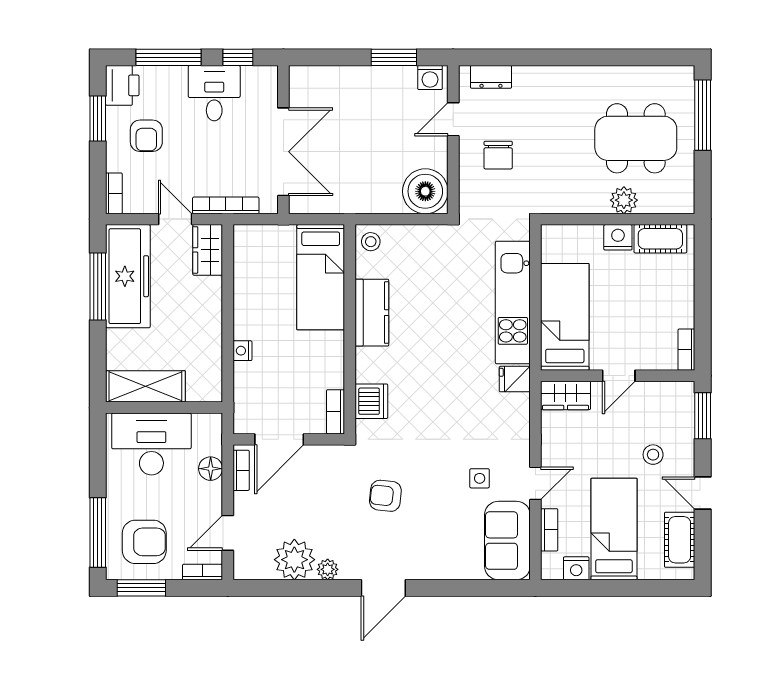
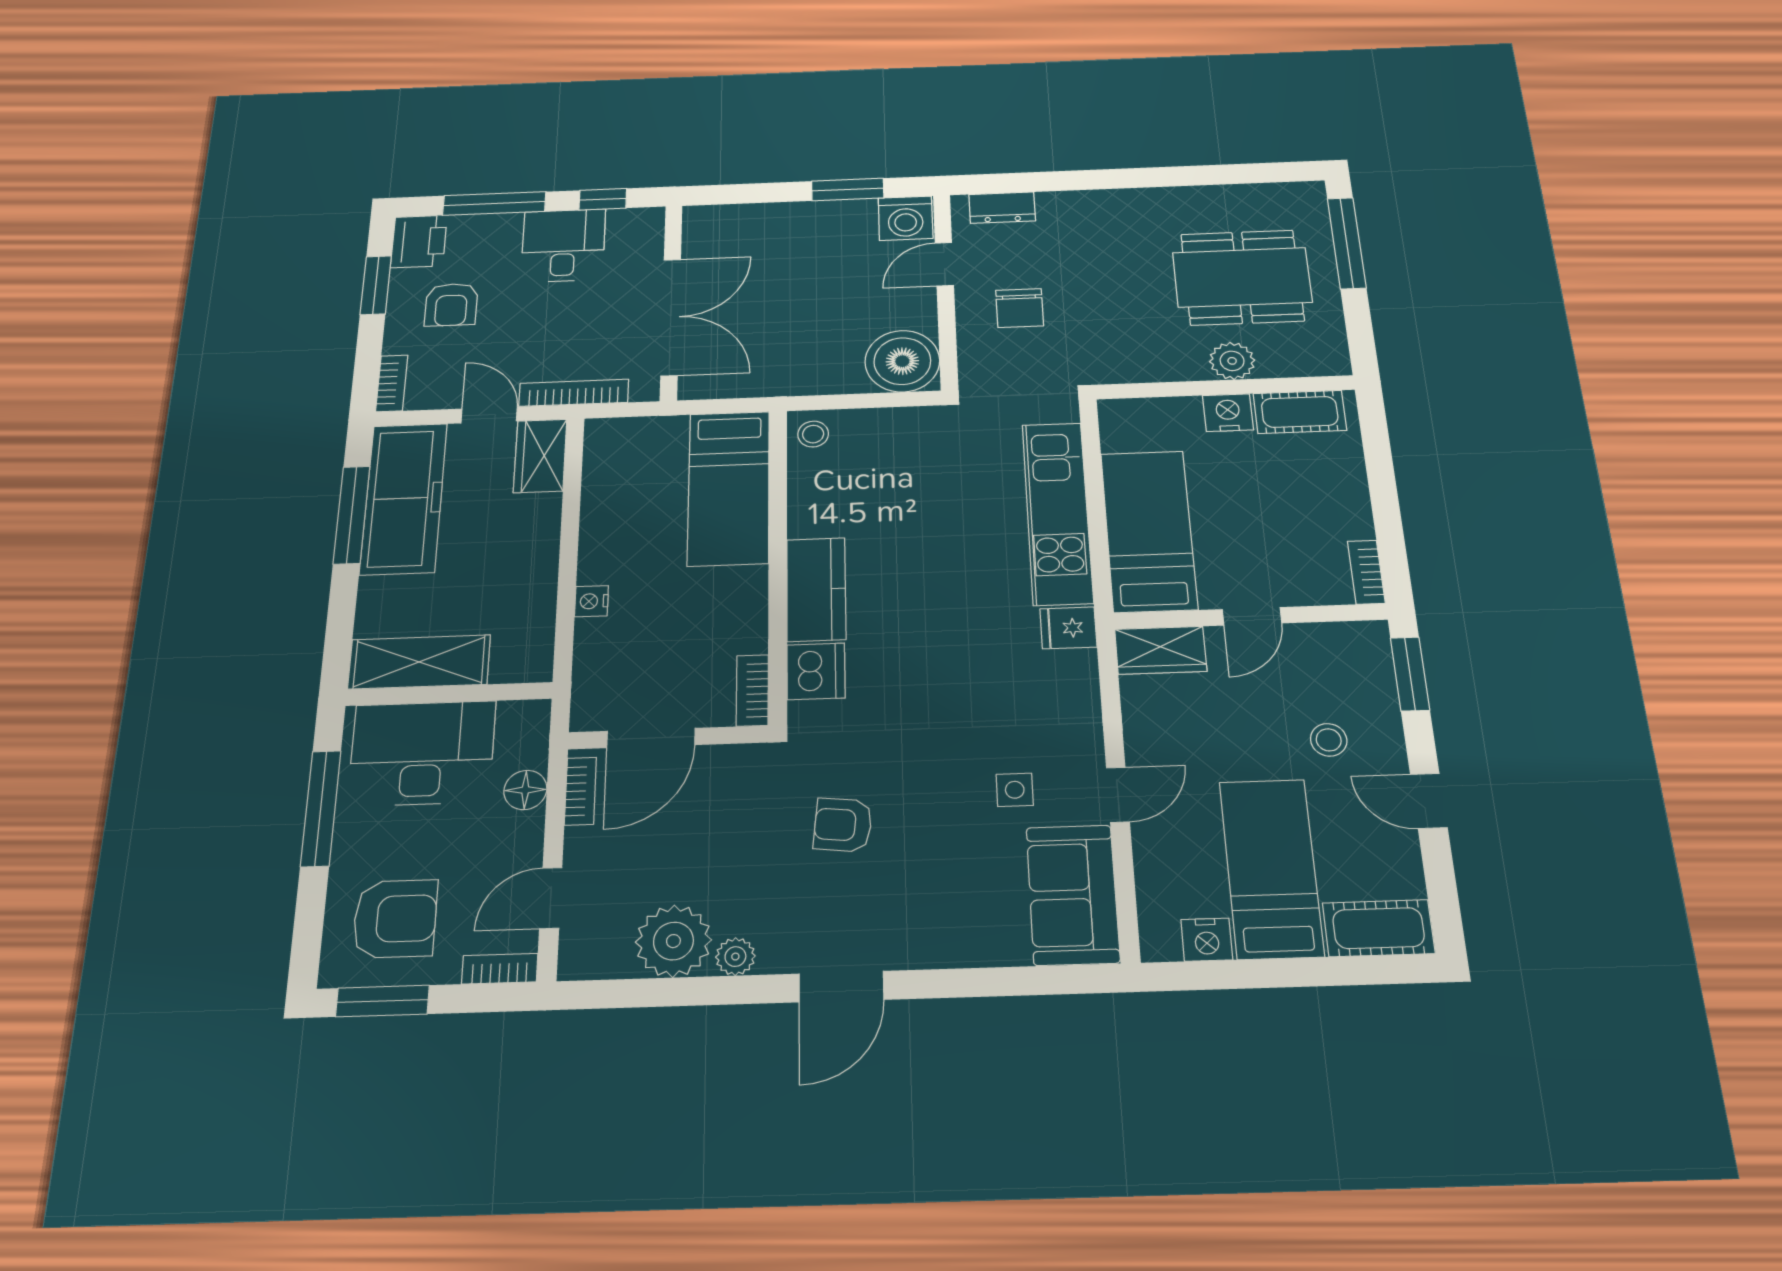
washing machine: (430, 78) -> (906, 218), width x1.38, depth x1.38
kitchen counter: (372, 313) -> (816, 589), moved
bookcase: (549, 530) -> (1150, 873), removed
window: (98, 532) -> (321, 808), moved
cot: (680, 540) -> (1379, 928), moved, turned 90

